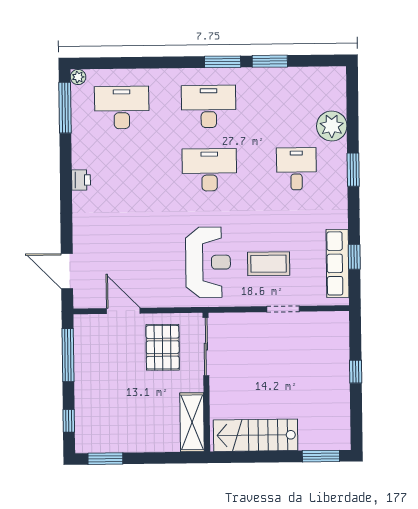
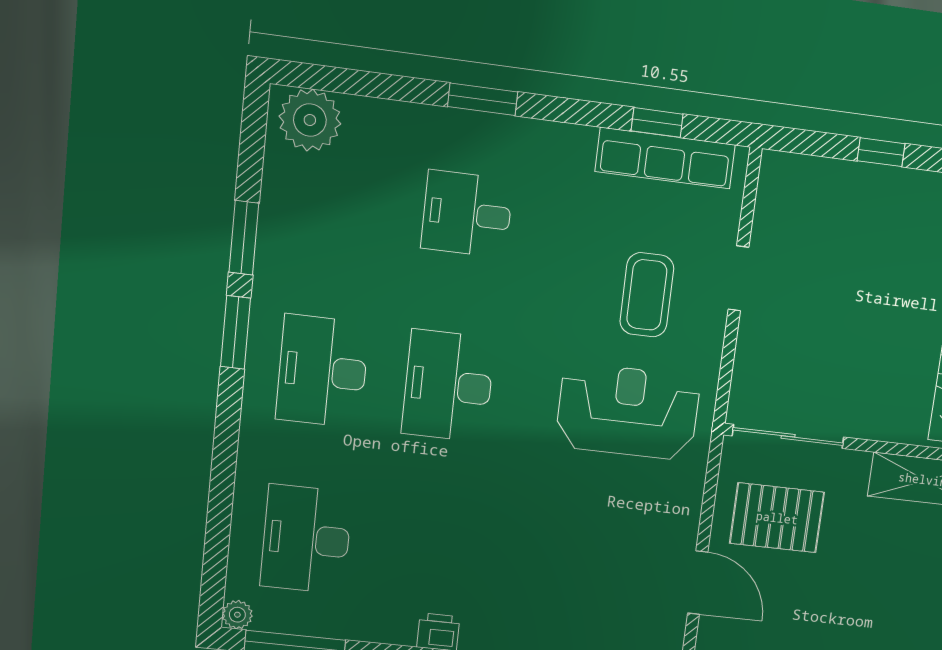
plant: (332, 126) -> (310, 120), moved
door: (123, 311) -> (698, 583), swing flipped

